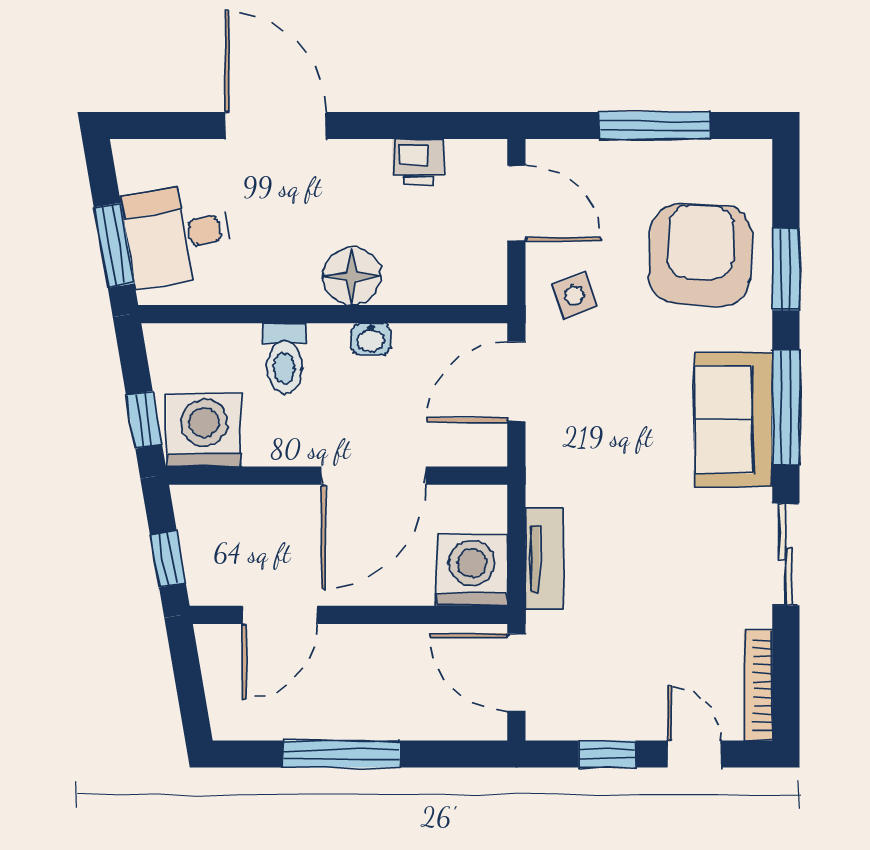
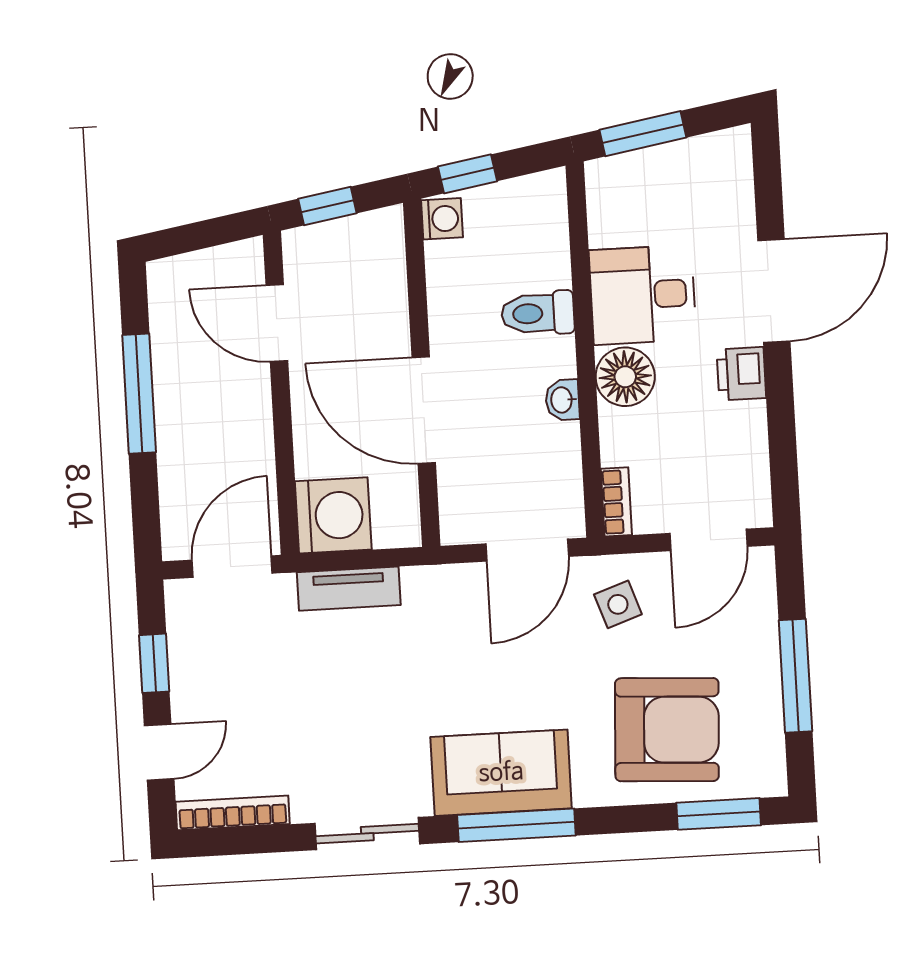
printer: (418, 162) -> (741, 374), moved
desk: (177, 235) -> (643, 295), moved, turned -80
window: (786, 269) -> (719, 814), moved
bookcase: (474, 292) -> (616, 502), added
door: (516, 382) -> (527, 550), swing flipped
washing machine: (204, 430) -> (442, 219), width x0.53, depth x0.53

